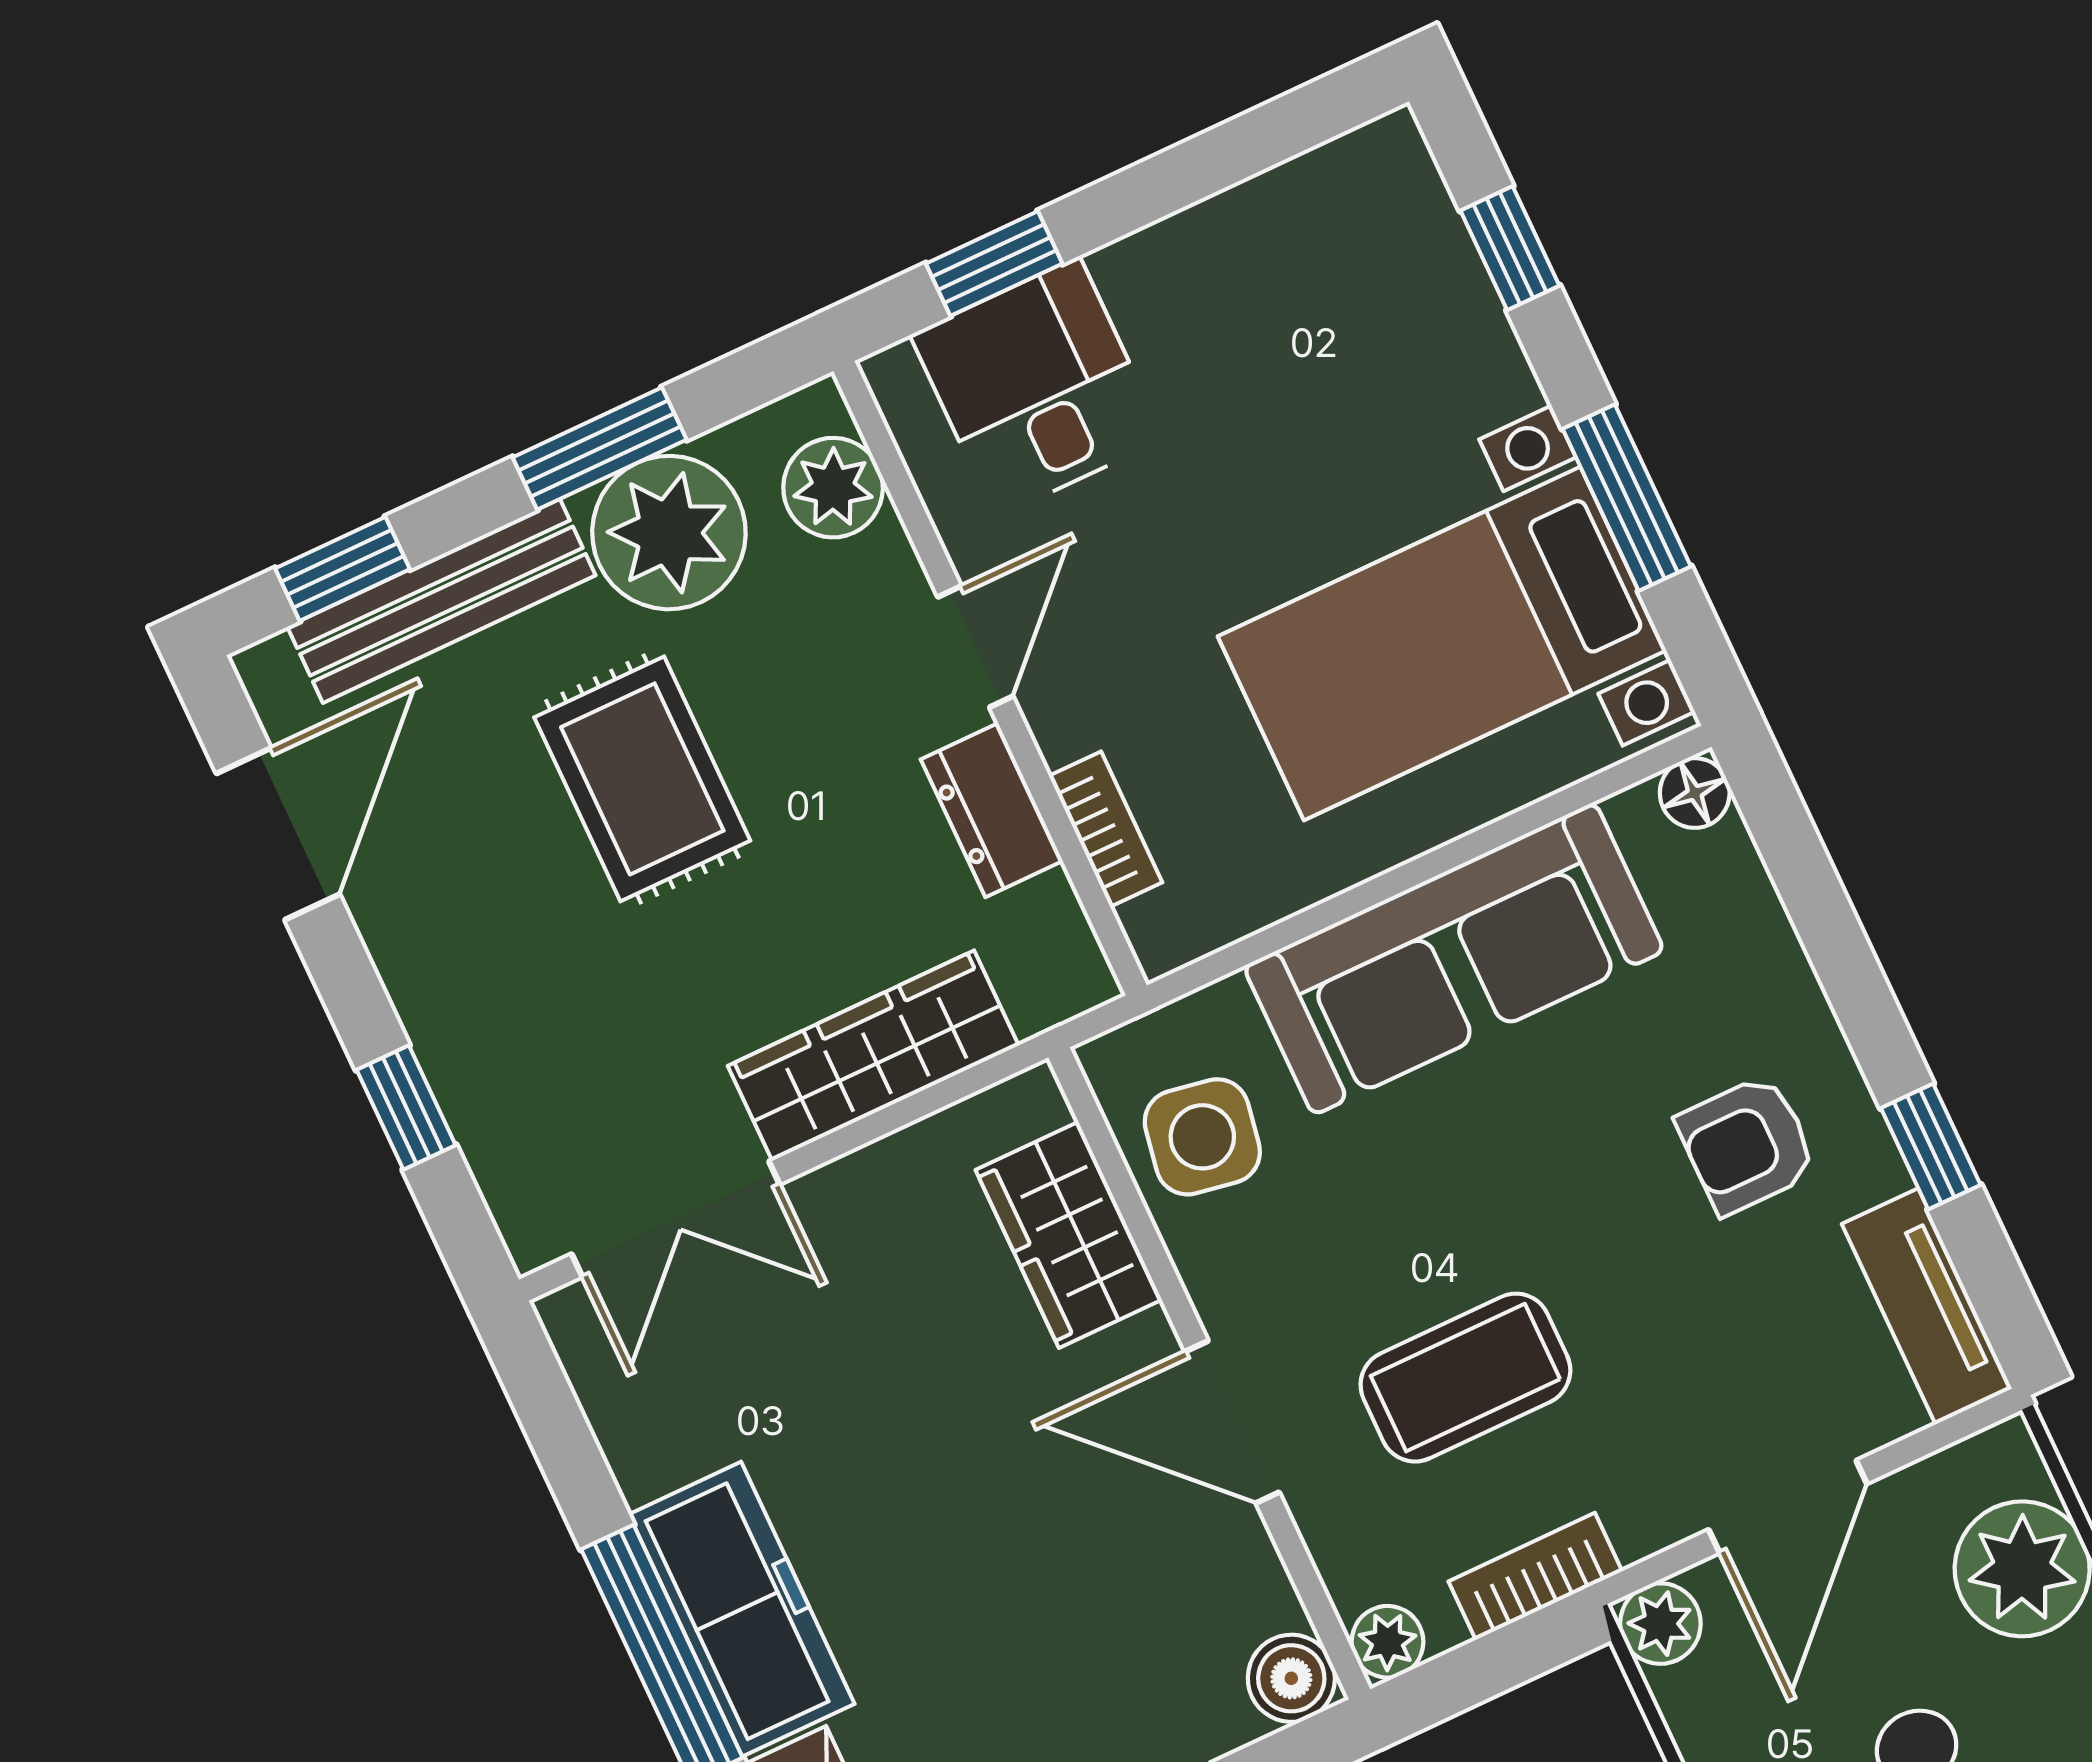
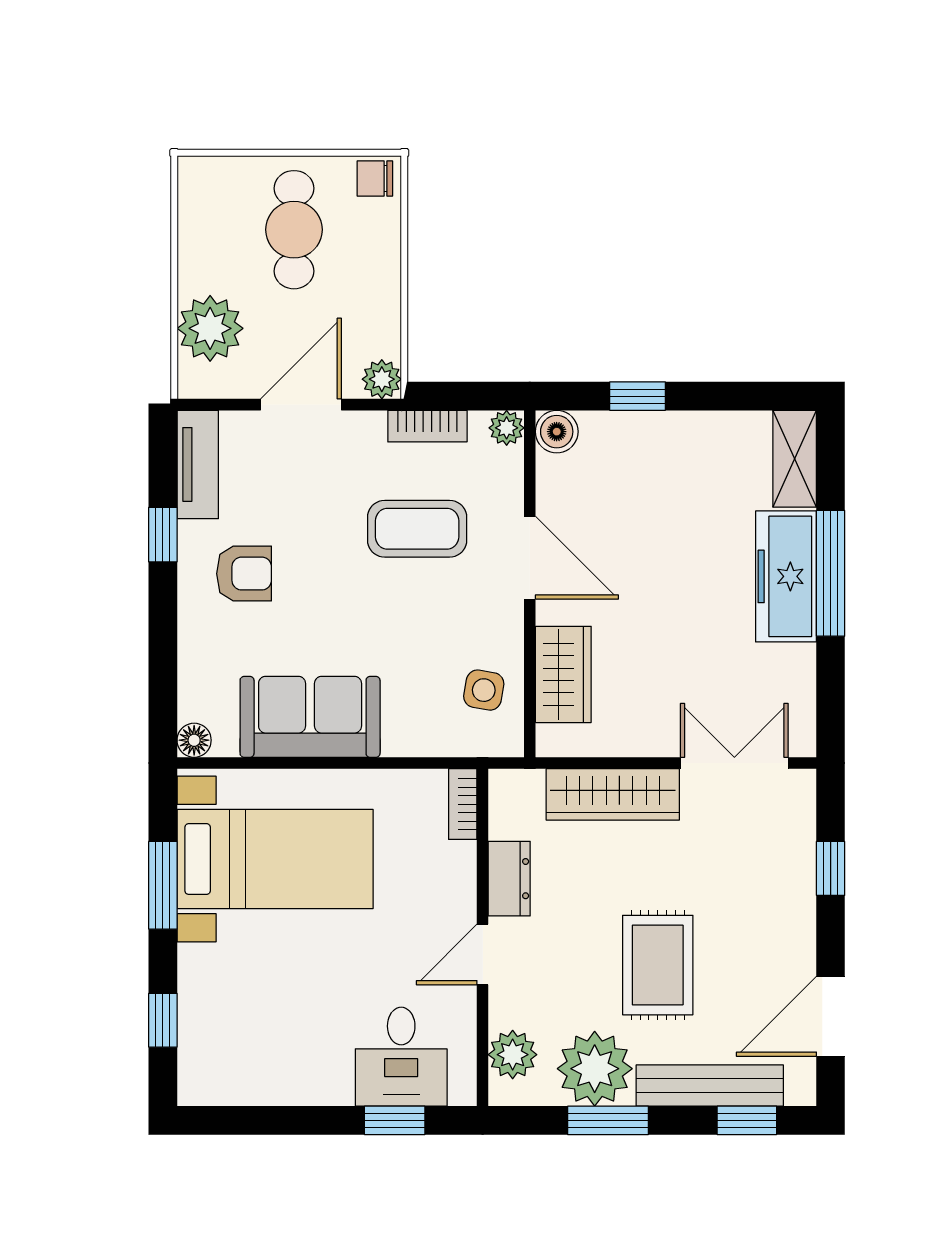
bookcase: (1106, 829) -> (463, 804), moved
sofa: (1454, 959) -> (310, 717), width x0.73
side table: (1202, 1137) -> (484, 690), width x0.73, depth x0.73

